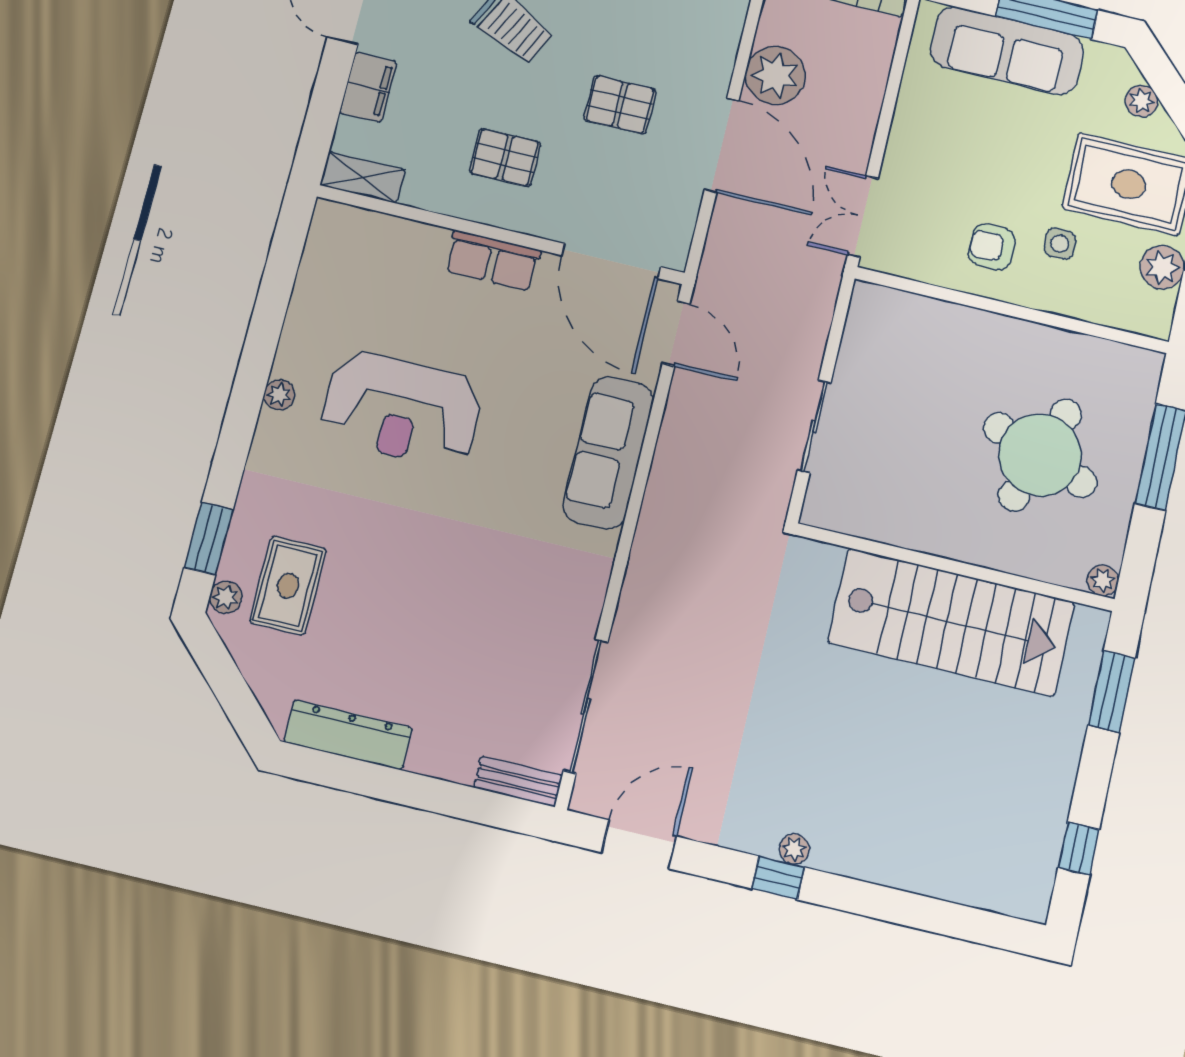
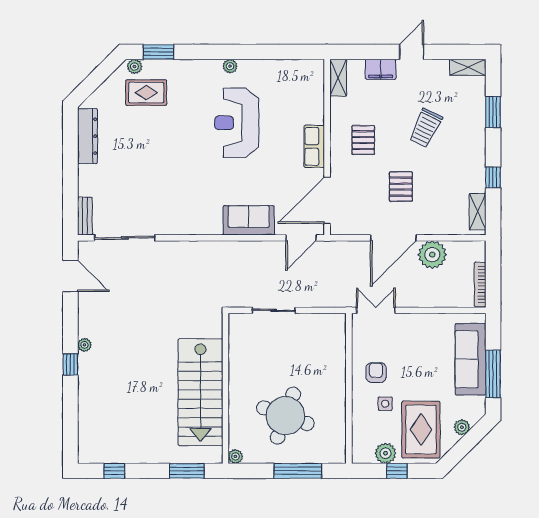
sofa: (608, 453) -> (249, 220), width x0.73
window: (778, 878) -> (70, 364), moved

